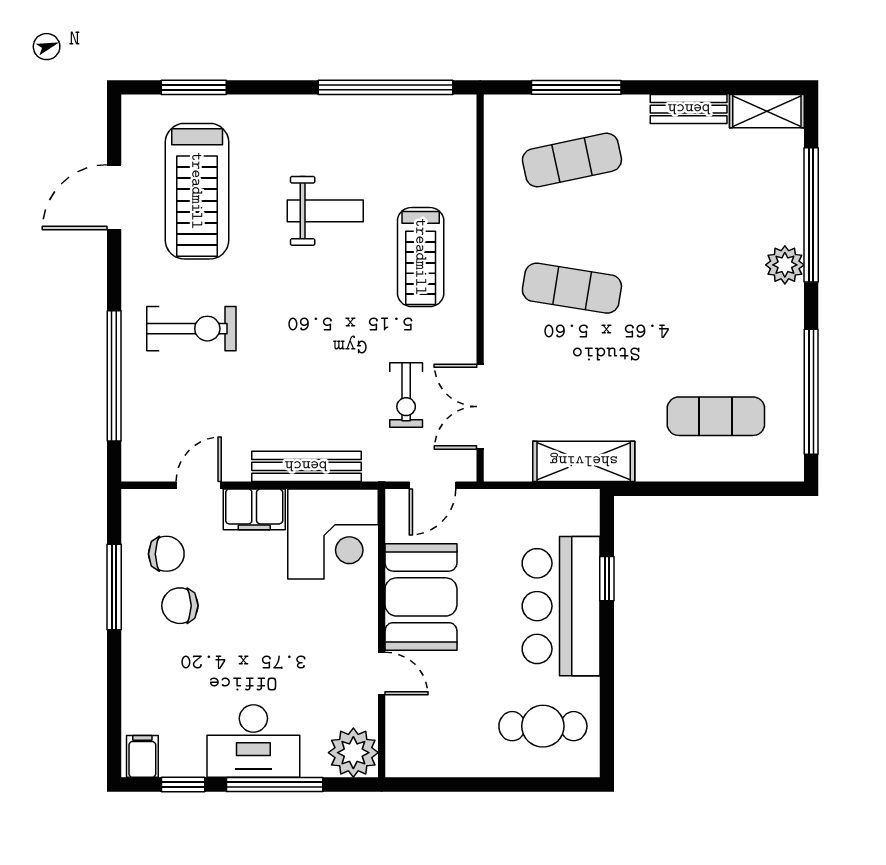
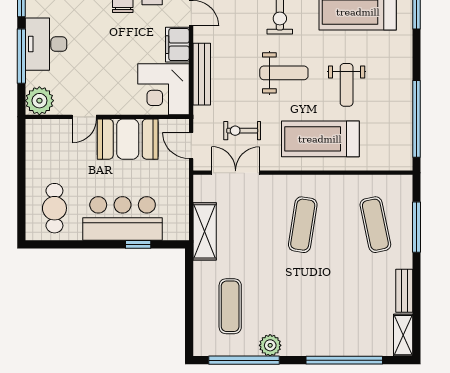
treadmill: (421, 257) -> (320, 139), width x1.37, depth x1.38
plant: (785, 265) -> (270, 345), moved
weight bench: (304, 321) -> (284, 73), added

